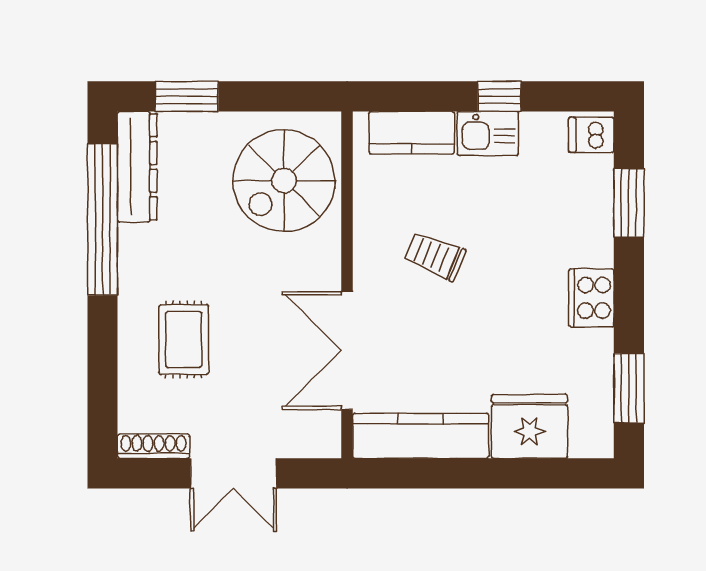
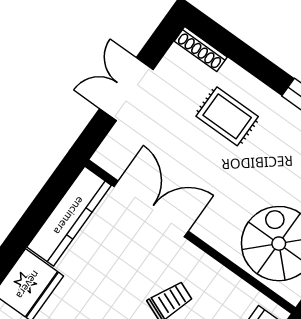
shoe rack: (153, 446) -> (201, 49), moved, turned 90

